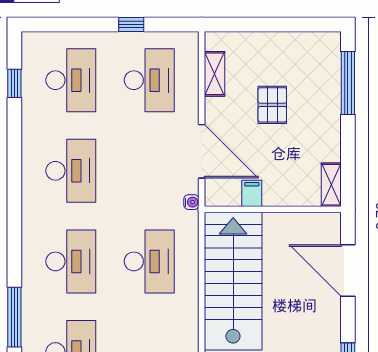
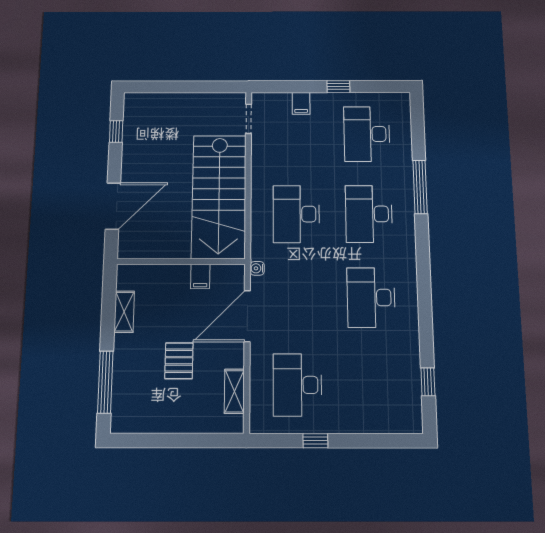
desk: (71, 80) -> (373, 385), removed
door: (202, 151) -> (247, 316), hinge flipped
shelving: (331, 185) -> (124, 312), moved
door: (348, 271) -> (113, 206), hinge flipped
window: (14, 317) -> (420, 187), moved

